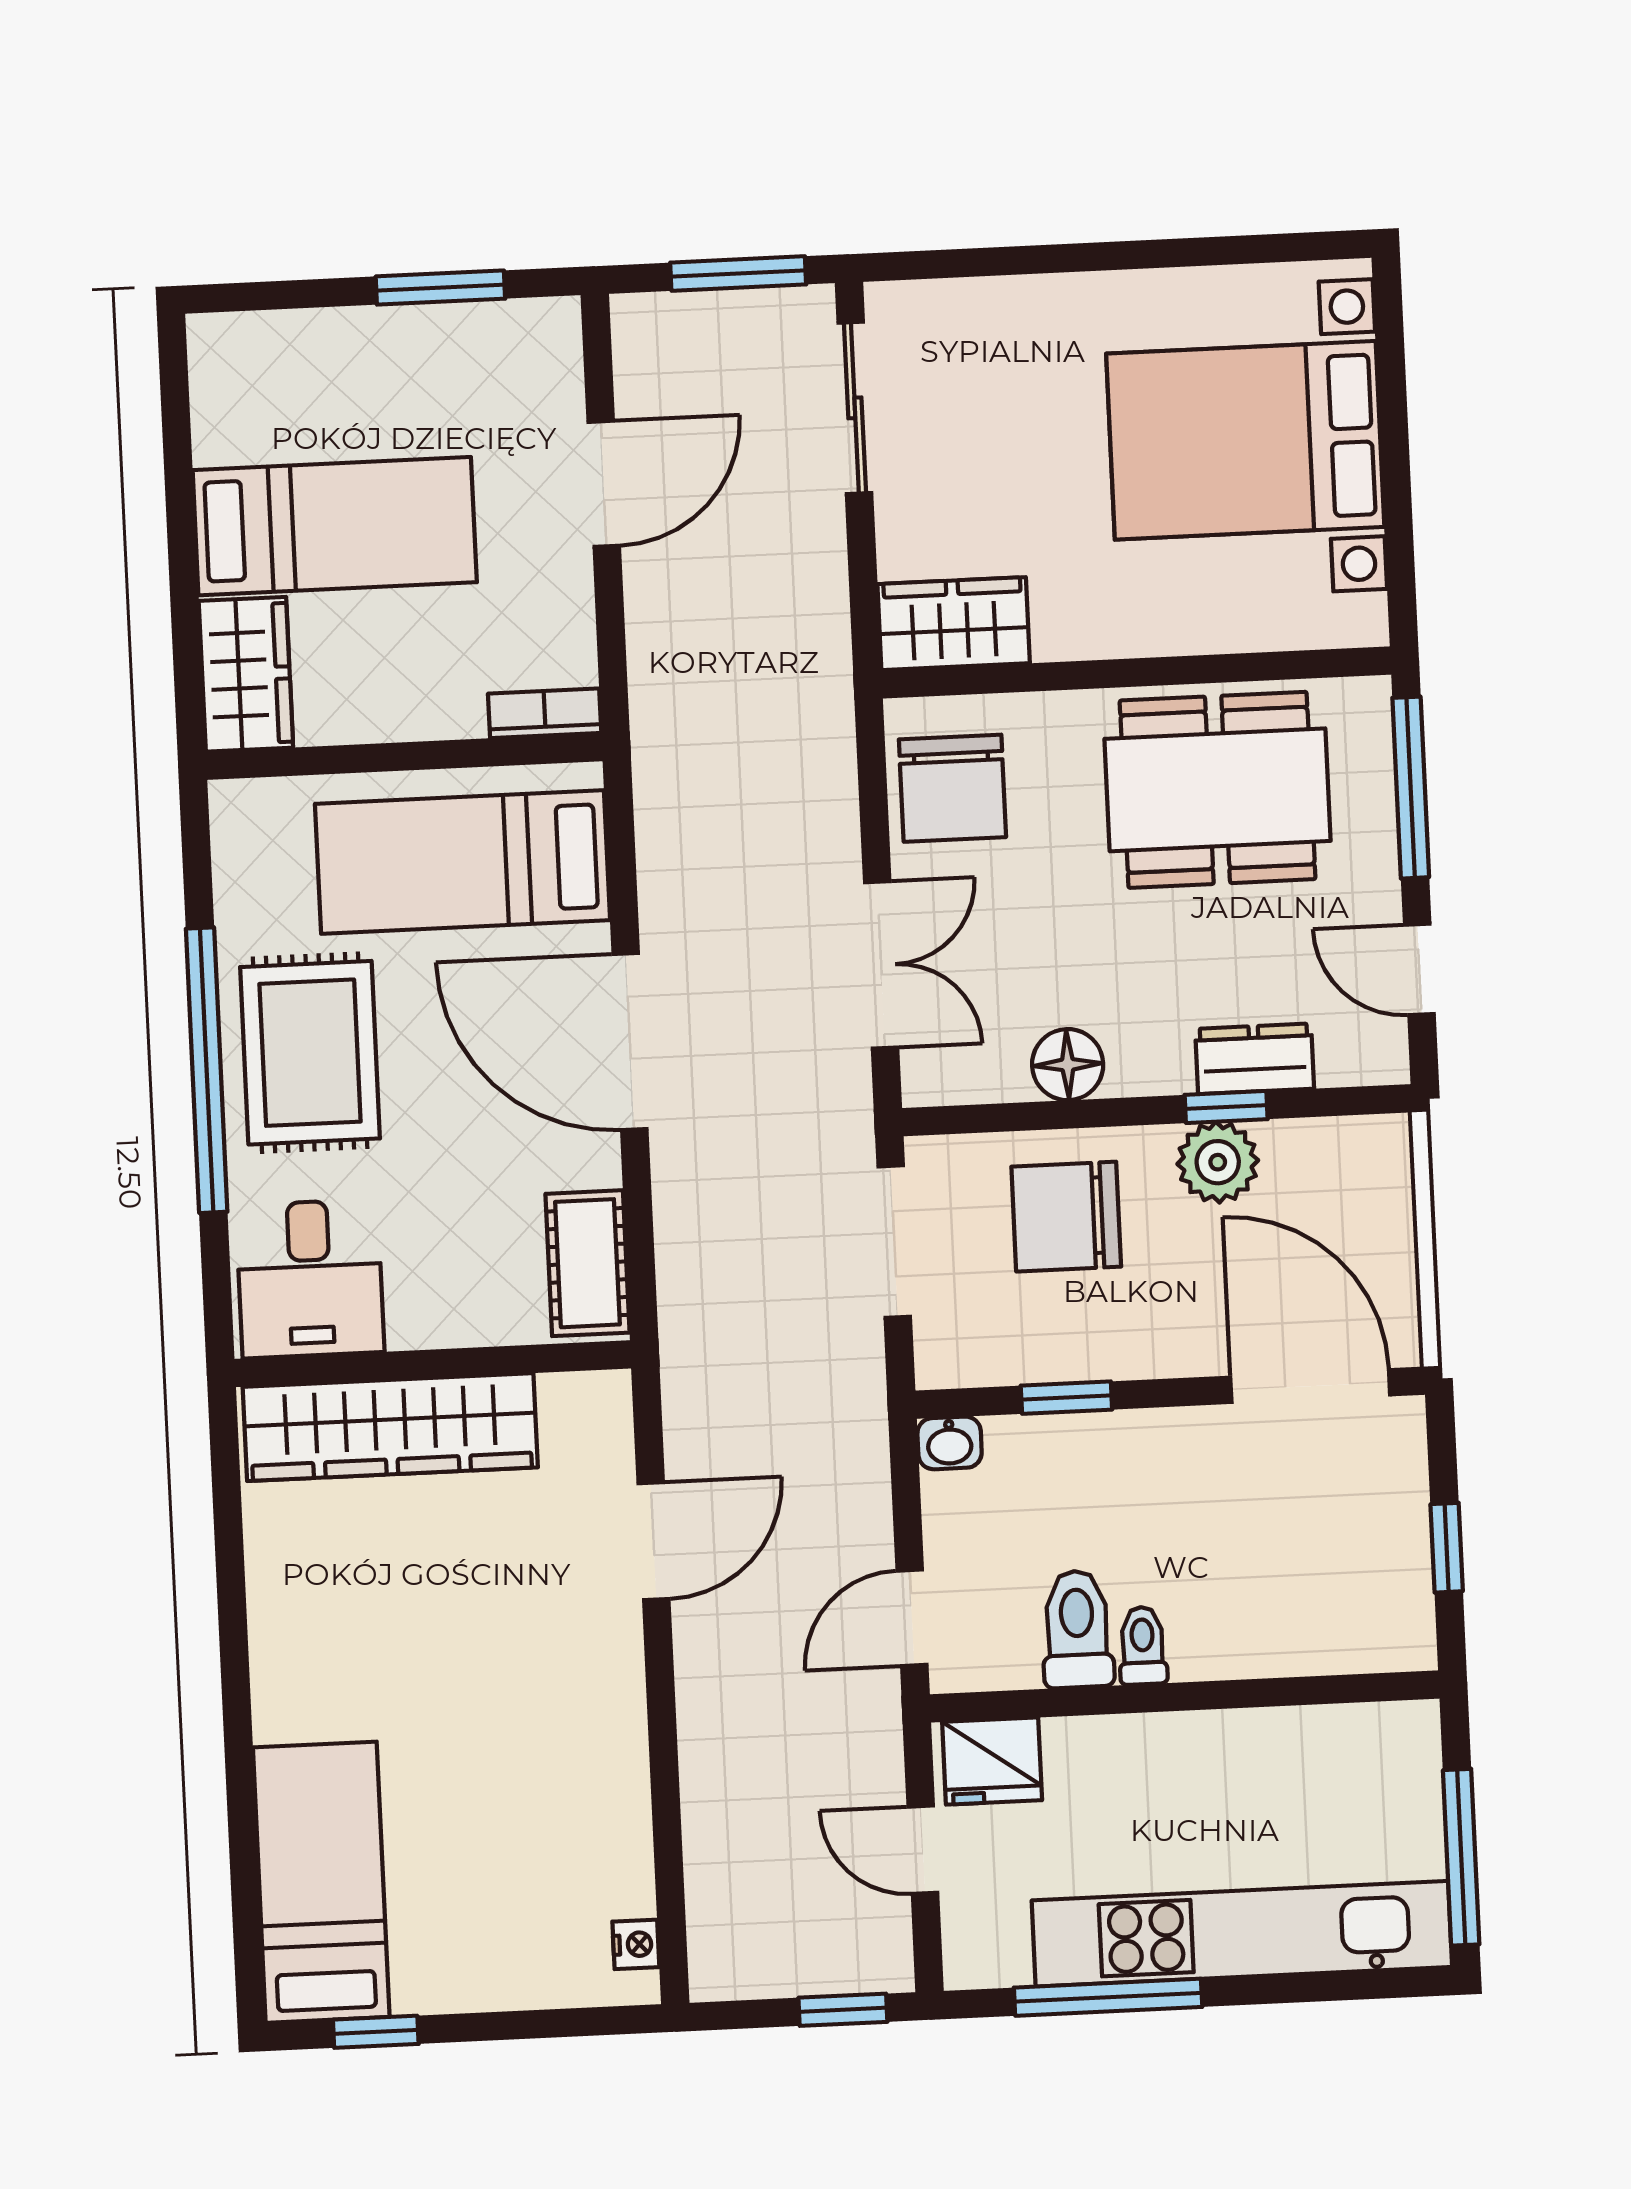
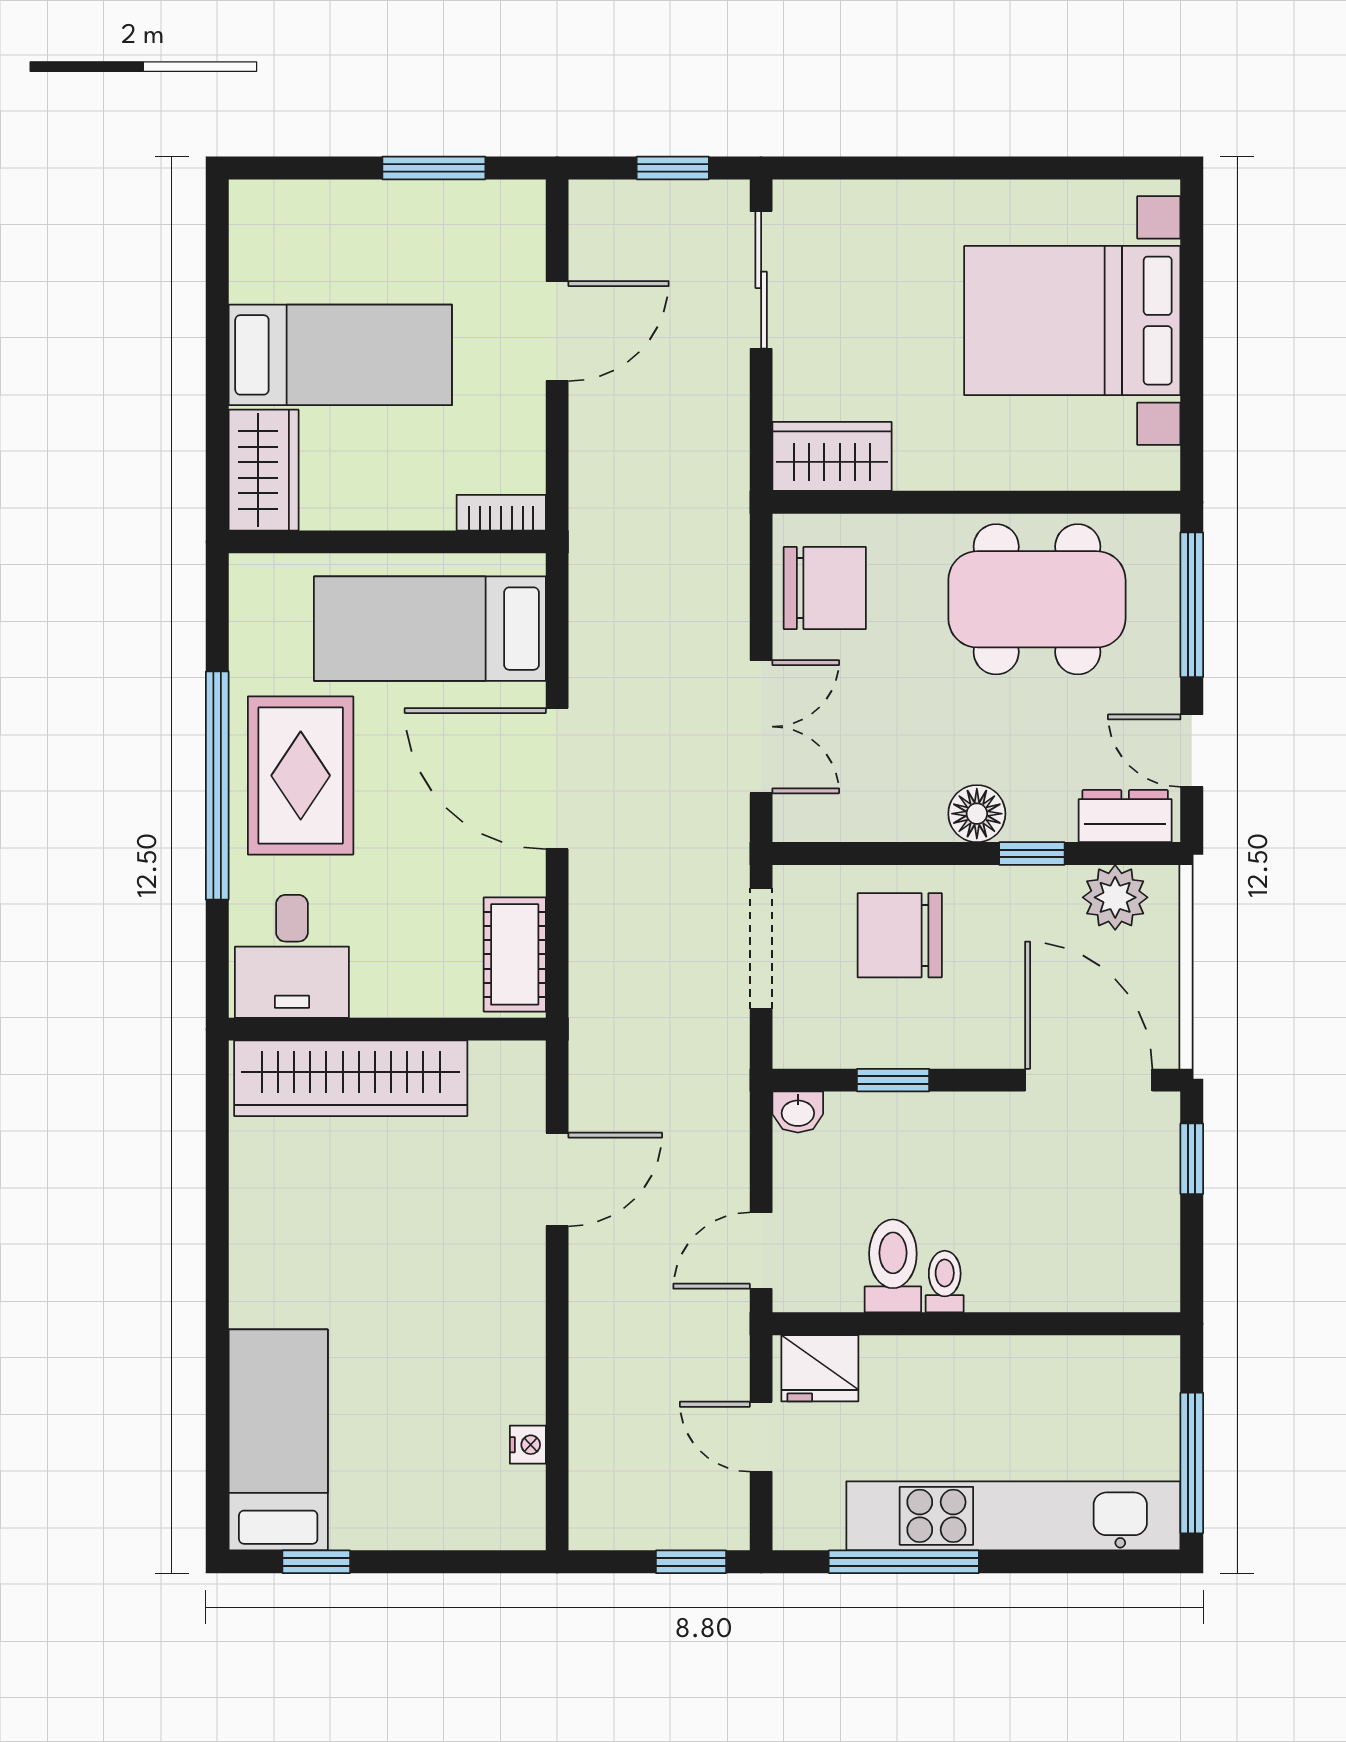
window: (738, 274) -> (673, 168), width x0.67
chair: (952, 788) -> (825, 588), turned -90
dresser: (1255, 1059) -> (1125, 816), moved
floor lamp: (1068, 1065) -> (977, 814), moved
plant: (1218, 1162) -> (1115, 897), moved
window: (1447, 1548) -> (1192, 1159), moved
nightstand: (636, 1944) -> (528, 1445), moved

